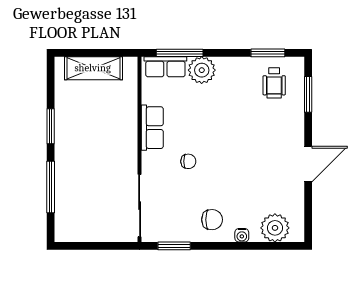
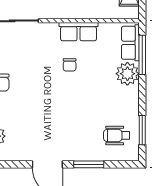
window: (308, 94) -> (89, 164), moved
chair: (188, 161) -> (70, 65), moved

